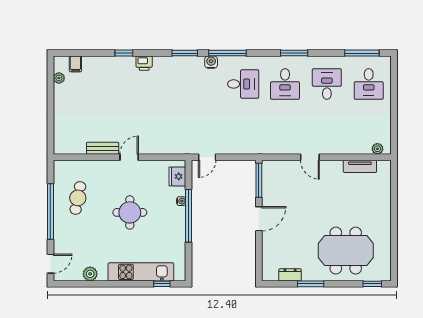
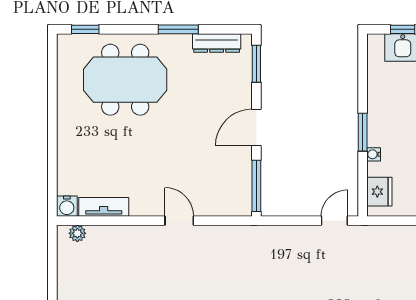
water cooler: (384, 167) -> (67, 206), added
window: (188, 216) -> (363, 132), width x0.47
window: (259, 261) -> (256, 64), added
dresser: (290, 275) -> (217, 43), width x1.44

